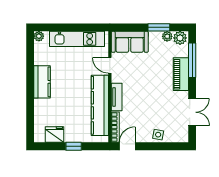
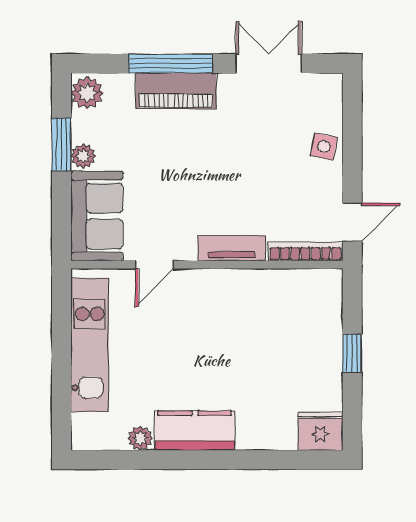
plant: (39, 36) -> (140, 438), moved
plant: (167, 36) -> (83, 156), moved
window: (192, 60) -> (171, 63), moved
kitchen counter: (100, 105) -> (252, 289), removed
fridge: (55, 135) -> (320, 431), moved, turned 90
door: (127, 146) -> (352, 222), swing flipped

